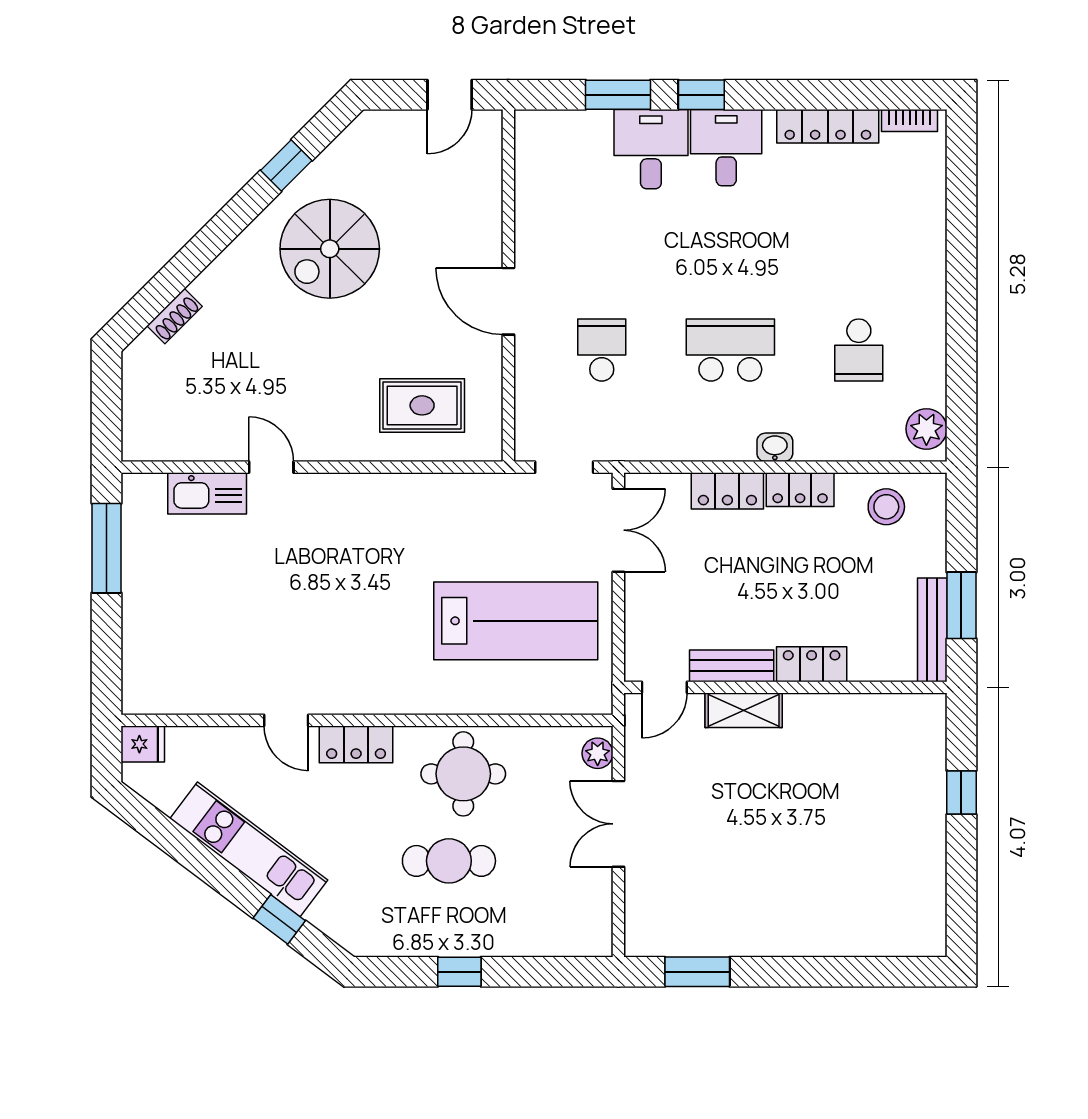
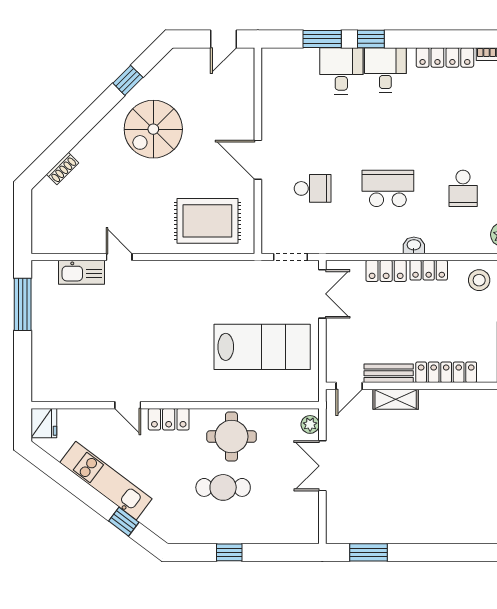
school desk: (602, 350) -> (313, 188), turned 90
rug: (422, 405) -> (207, 221), width x1.36, depth x1.43
locker: (812, 664) -> (446, 372), width x1.53
fridge: (143, 744) -> (44, 423), width x1.38

